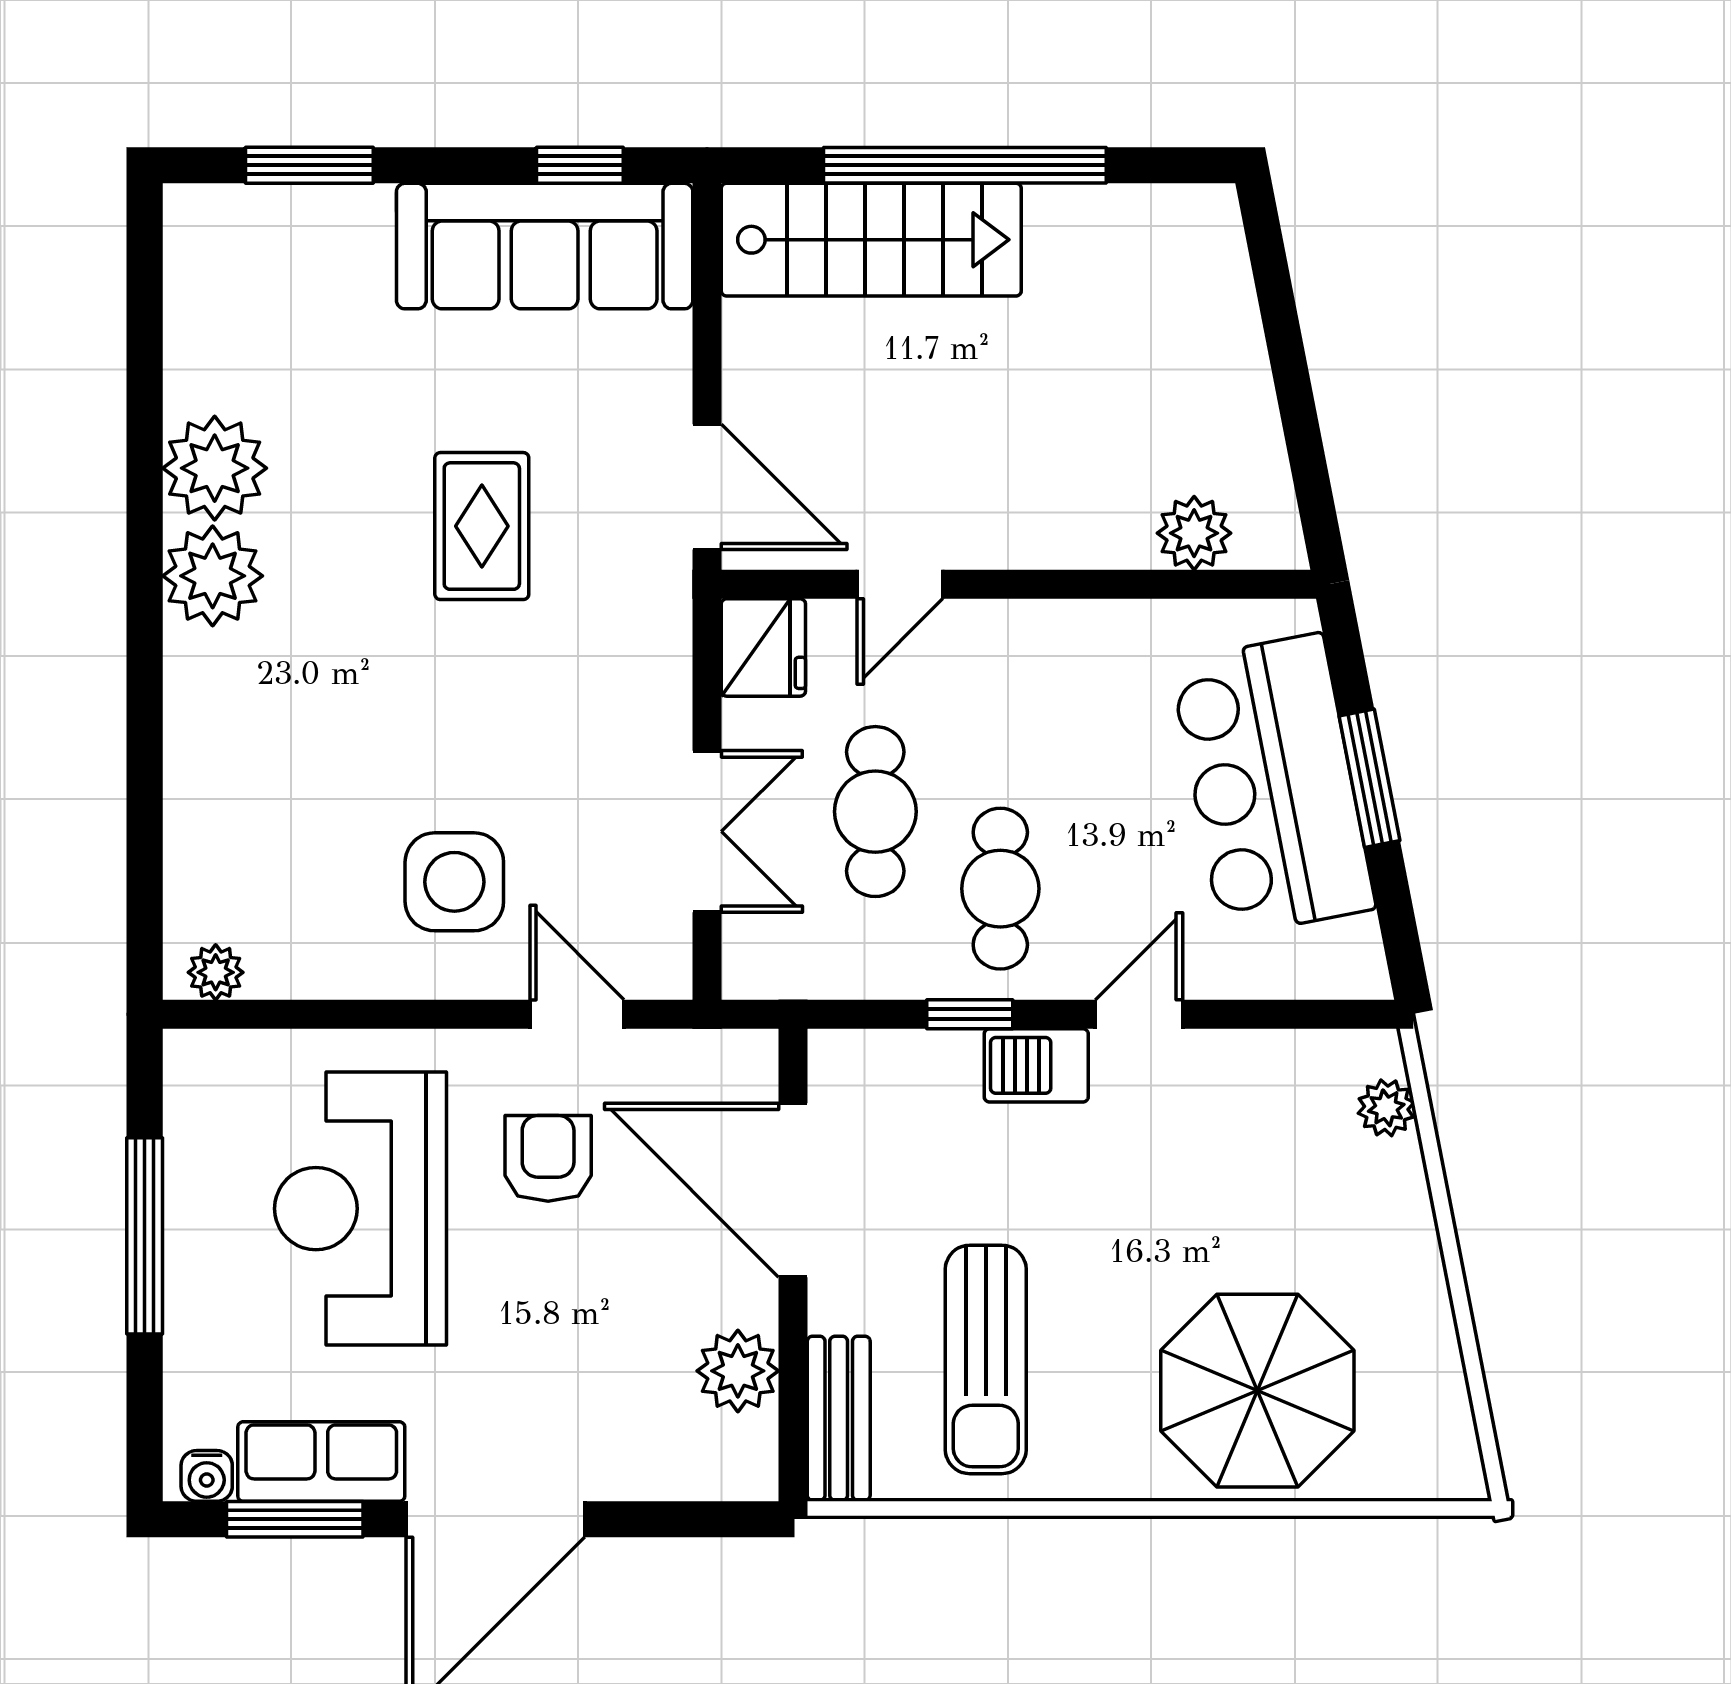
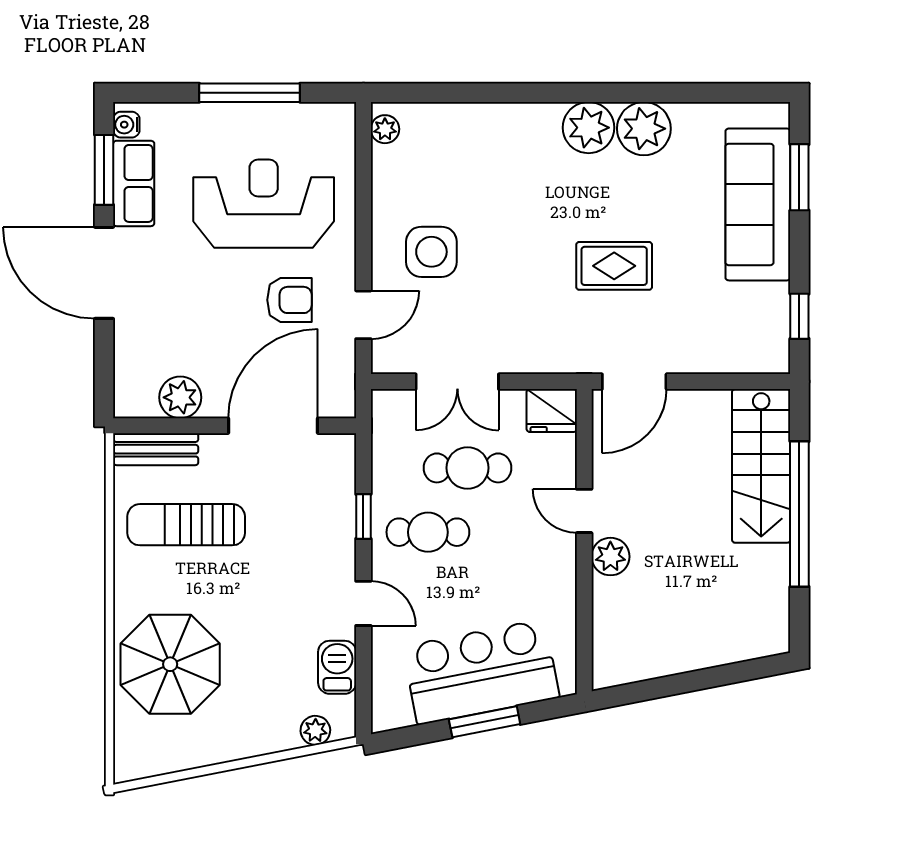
sofa: (545, 246) -> (758, 204), moved
plant: (1194, 533) -> (610, 557), moved
door: (900, 584) -> (584, 511), moved
barbecue: (1036, 1065) -> (337, 667), moved

